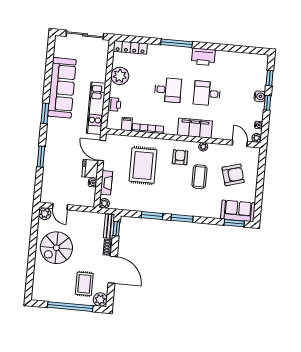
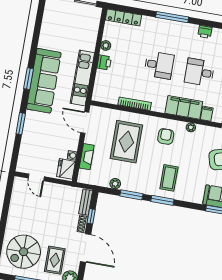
printer: (203, 57) -> (205, 32), width x0.53, depth x0.68
plant: (120, 76) -> (106, 45), width x0.53, depth x0.53
sofa: (62, 88) -> (44, 81), moved
printer: (114, 104) -> (104, 63), moved
filing cabinet: (127, 124) -> (207, 114), moved
fridge: (90, 169) -> (66, 169), moved
coffee table: (199, 177) -> (169, 178), moved
plant: (104, 203) -> (115, 184), moved
plant: (45, 214) -> (20, 183), removed
window: (116, 229) -> (91, 216), moved
spiral stairs: (56, 248) -> (24, 252), moved

